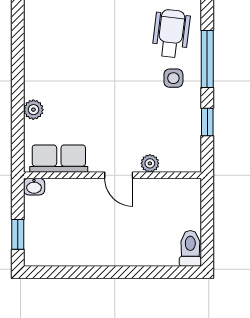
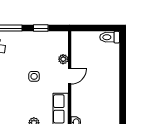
side table: (173, 78) -> (34, 76), moved

